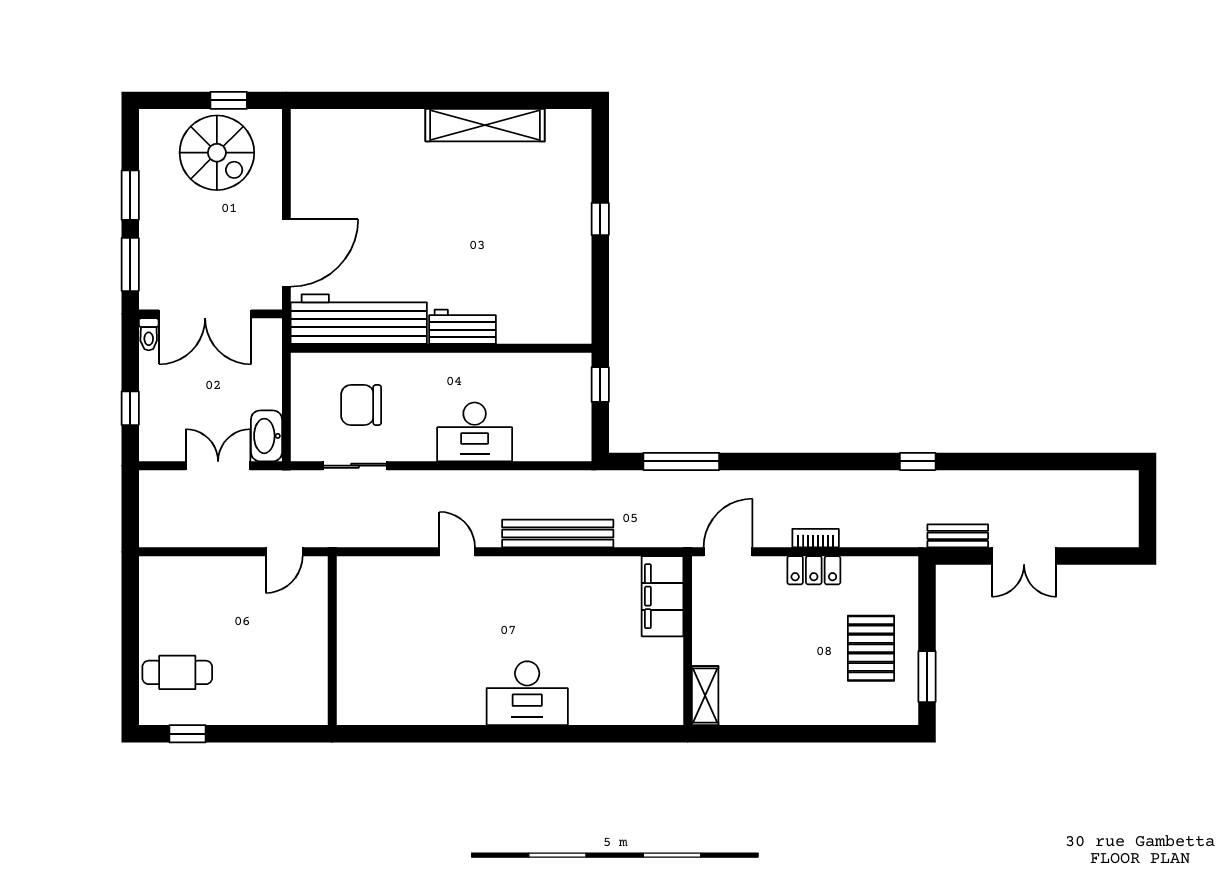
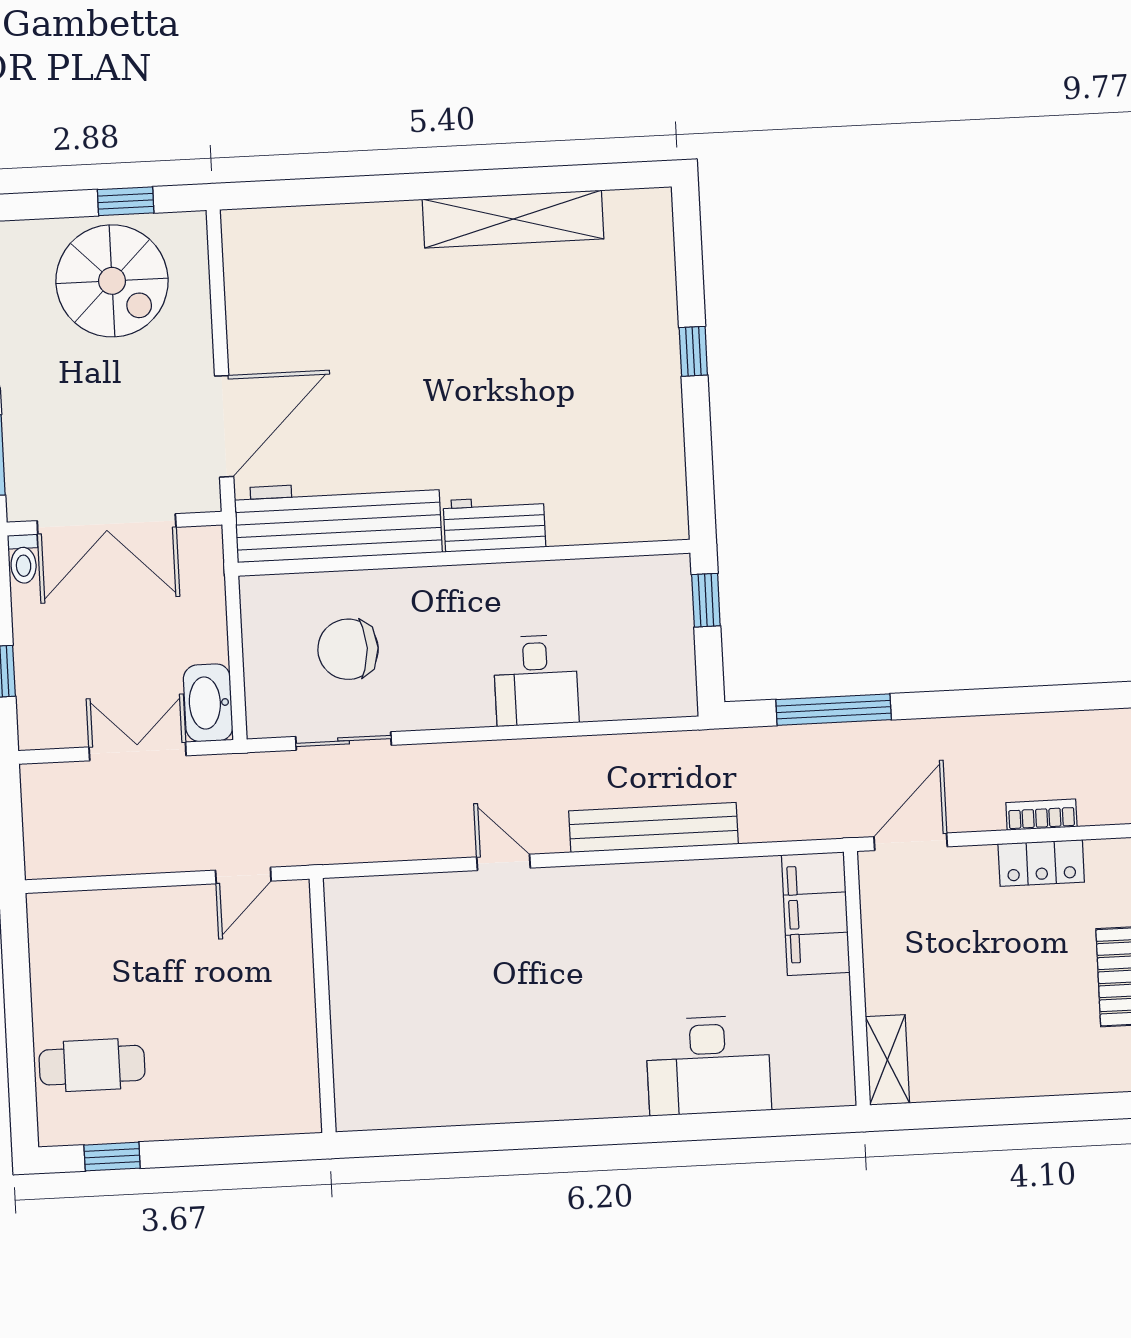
desk: (475, 432) -> (536, 680), width x0.73
desk: (527, 693) -> (708, 1065), moved

